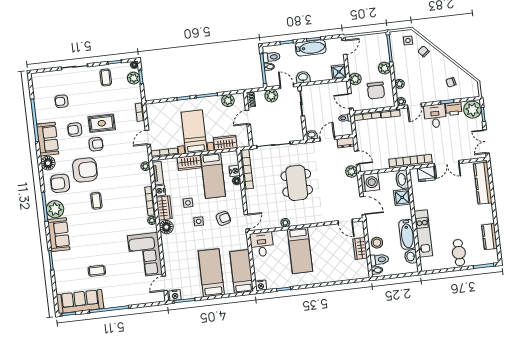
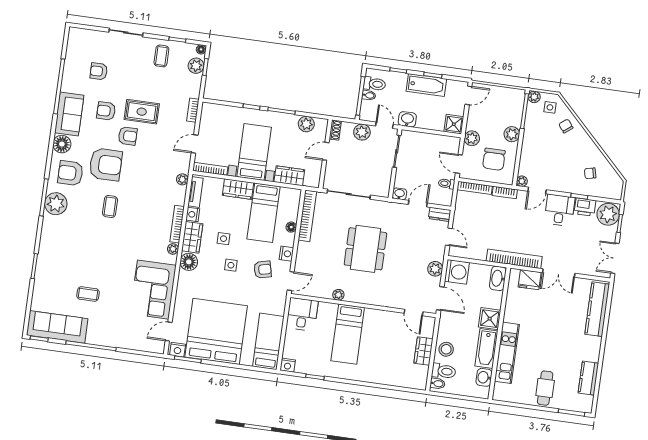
plant: (400, 84) -> (534, 97), moved
nightstand: (235, 171) -> (286, 254), moved
plant: (352, 172) -> (435, 269), moved
shower: (402, 197) -> (490, 319), moved
sofa: (59, 235) -> (52, 237), removed
bed: (211, 273) -> (216, 331), width x2.04

